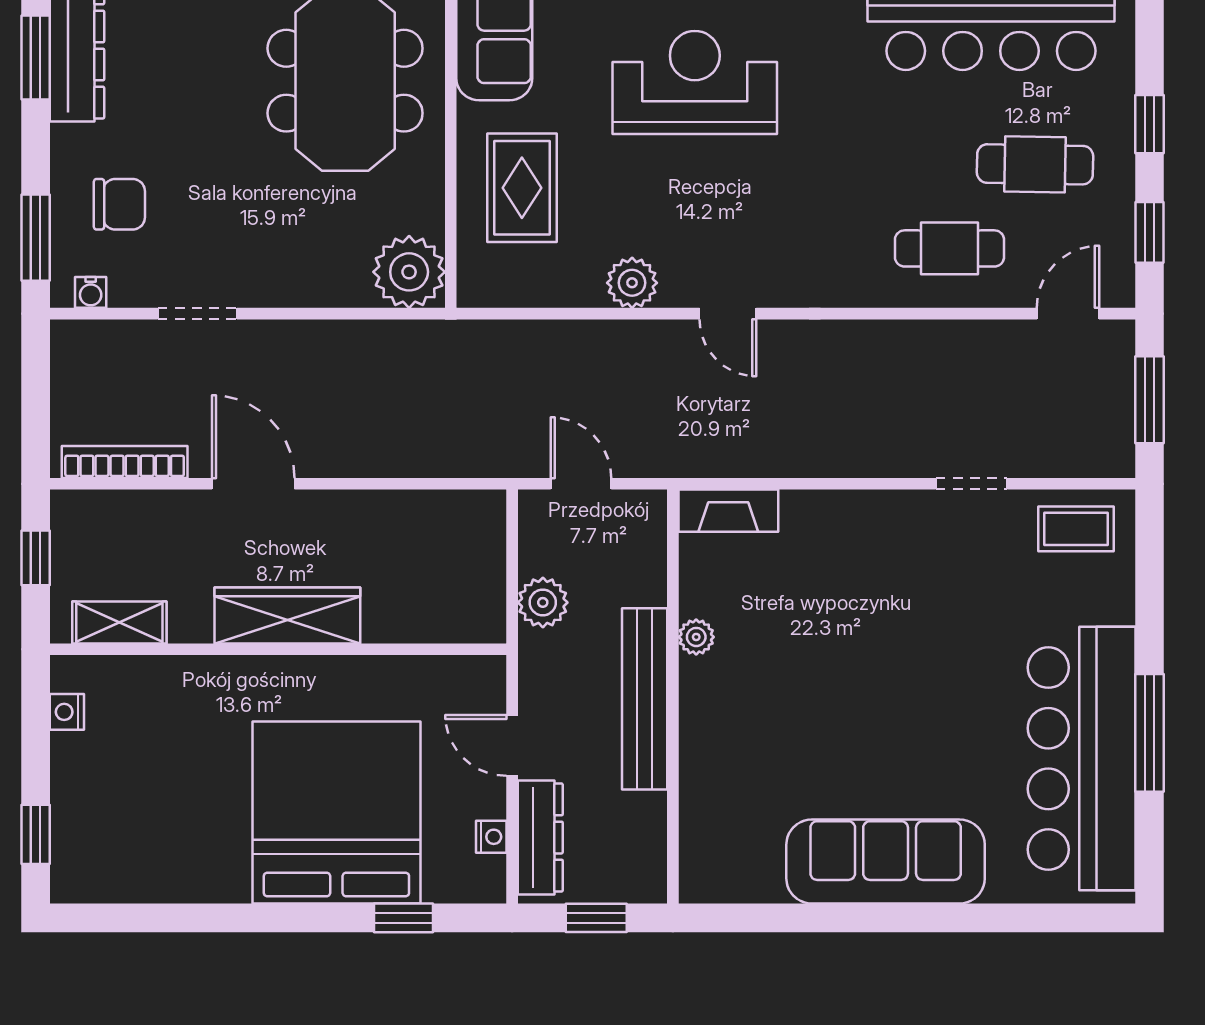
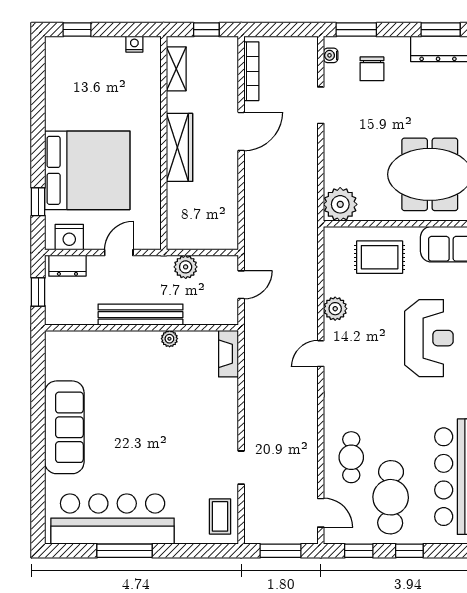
cafe table: (1035, 164) -> (391, 497), width x1.37, depth x1.35
nightstand: (491, 837) -> (69, 237), width x1.89, depth x1.79
dresser: (540, 838) -> (67, 266), width x0.70

